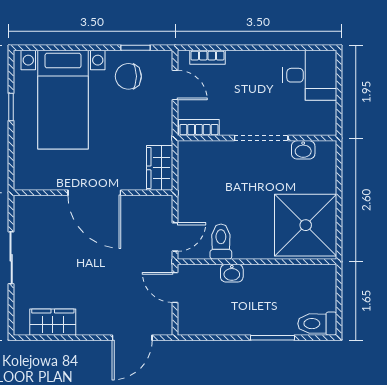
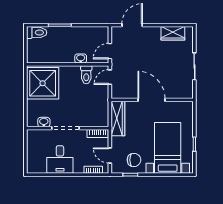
desk: (310, 75) -> (60, 160), moved, turned -90
wardrobe: (160, 168) -> (118, 119), width x1.50
door: (175, 287) -> (110, 51), swing flipped

